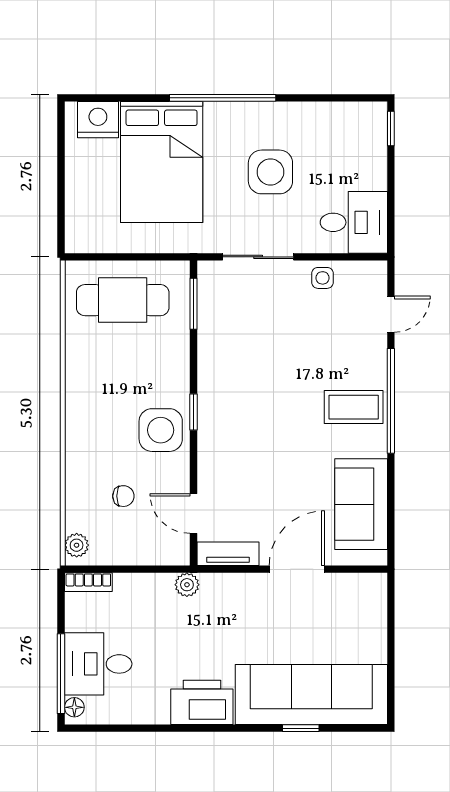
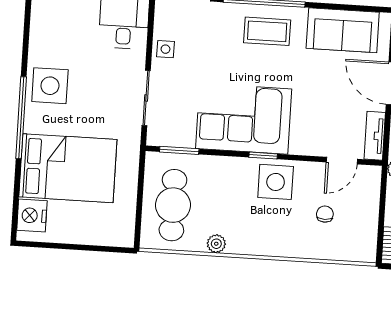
side table: (270, 172) -> (50, 86), moved
corner sofa: (239, 384) -> (244, 119), added
coffee table: (354, 407) -> (267, 31), turned 90
plant: (77, 545) -> (216, 244), moved

